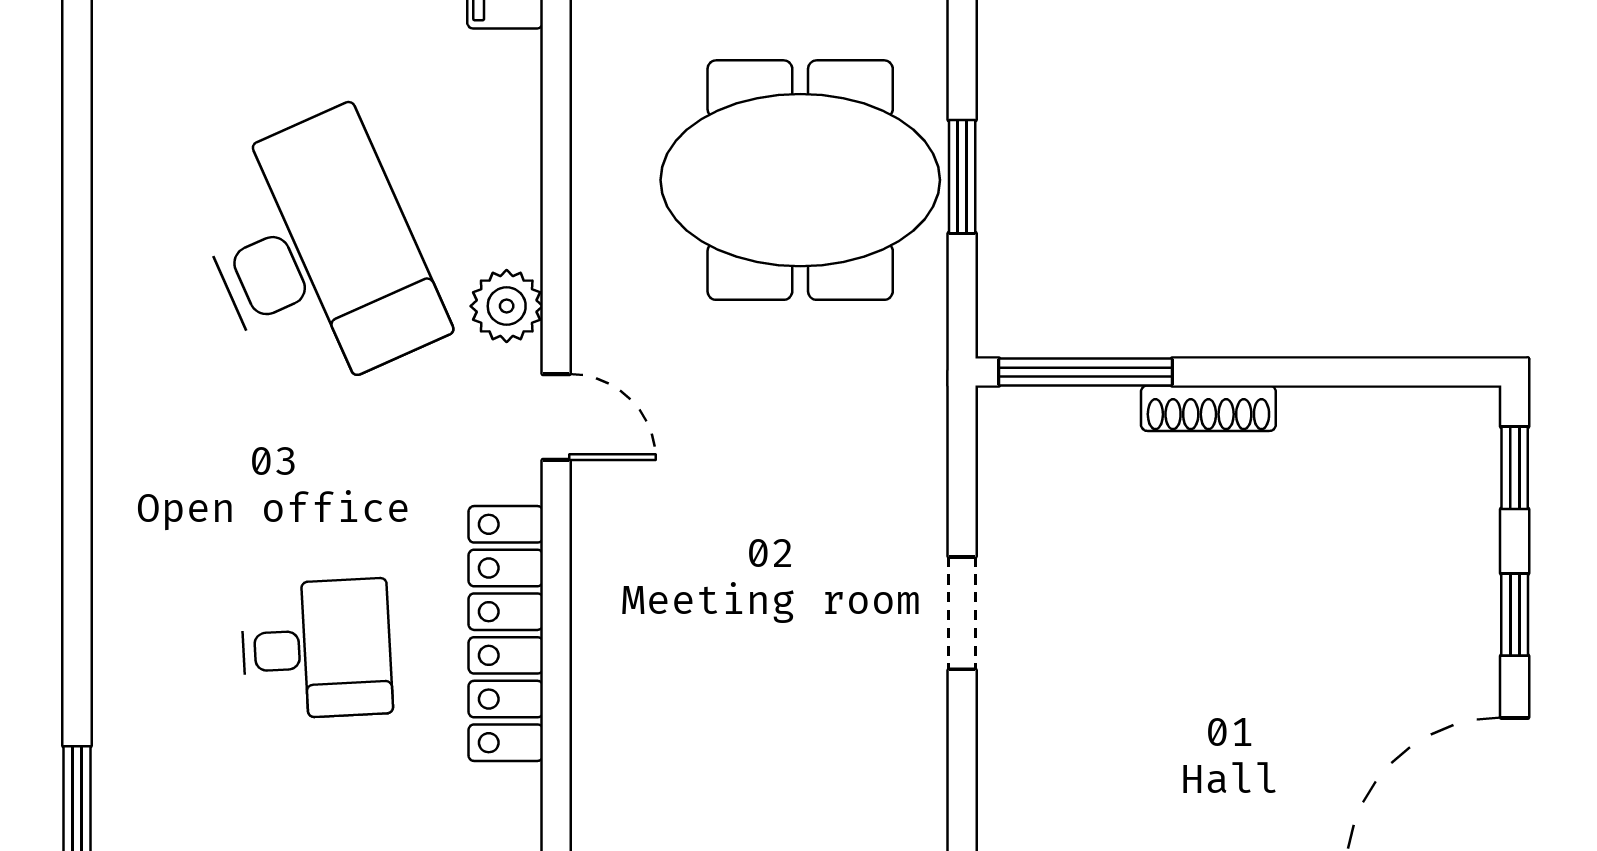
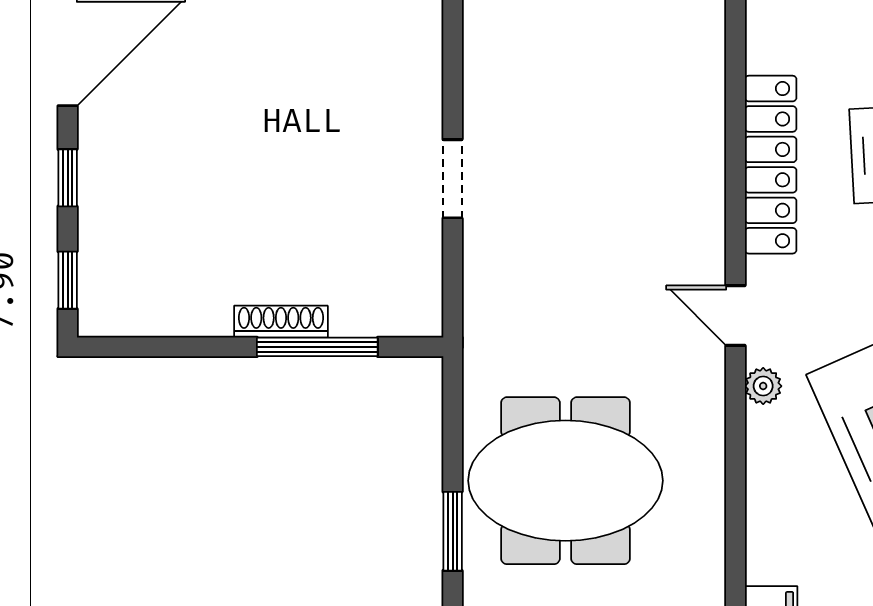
window: (962, 177) -> (453, 531), moved
plant: (507, 306) -> (763, 386), width x0.73, depth x0.73
window: (1086, 372) -> (317, 347), moved

